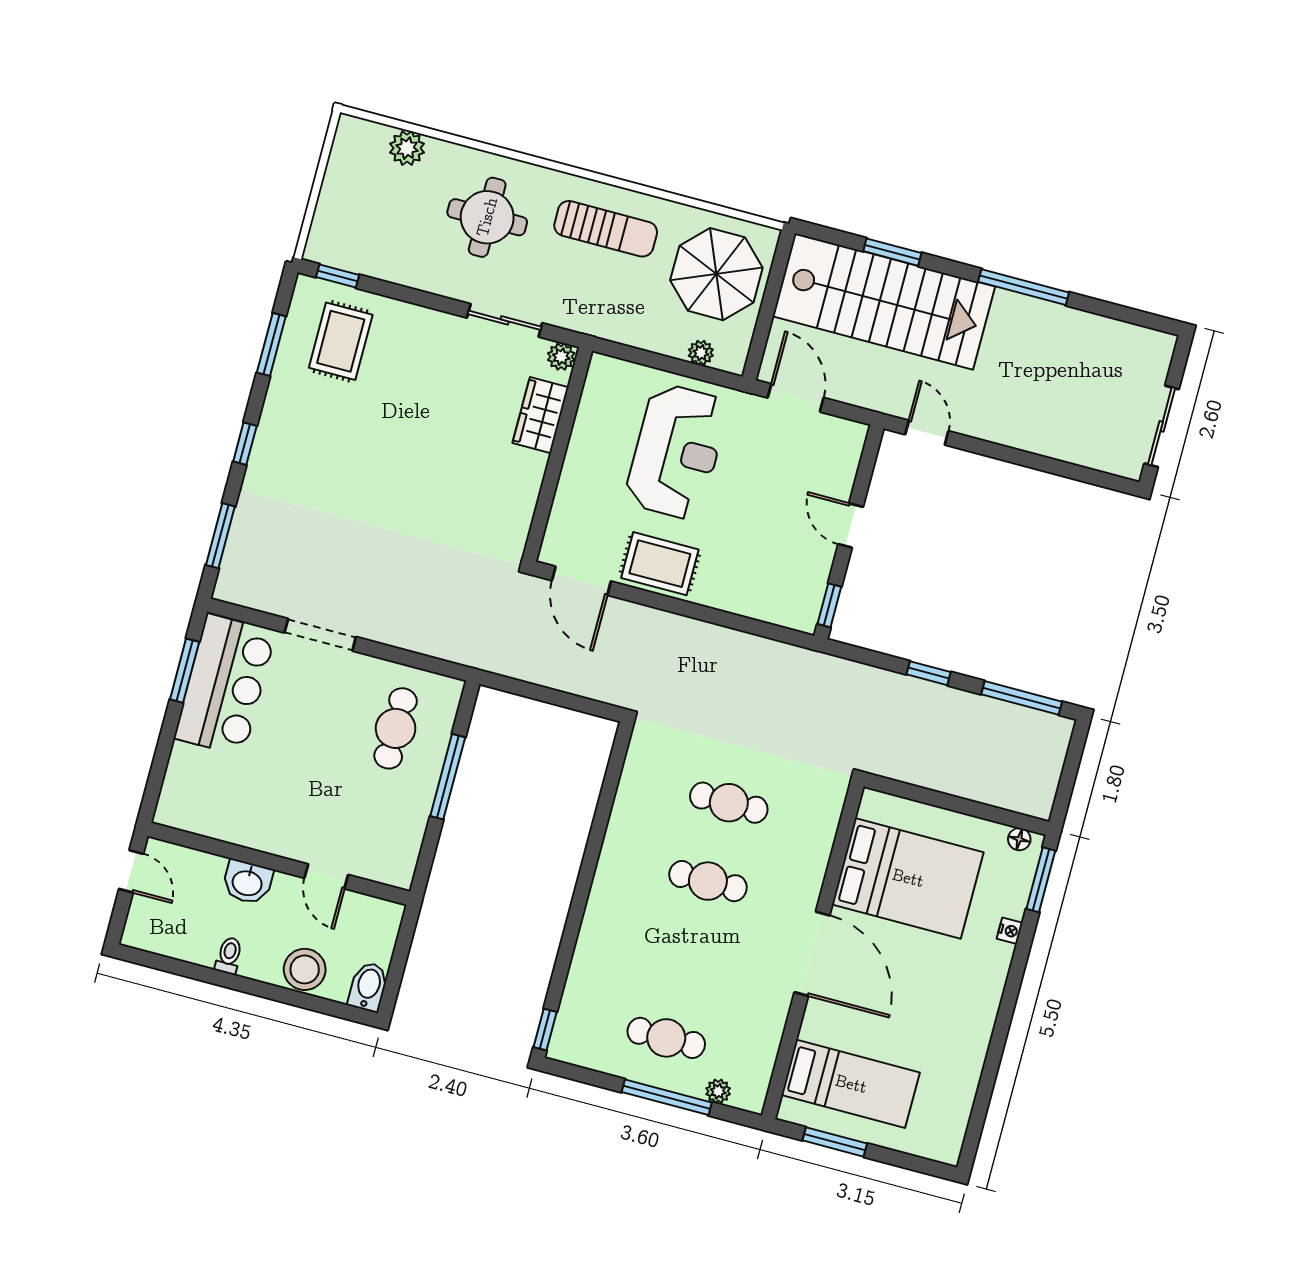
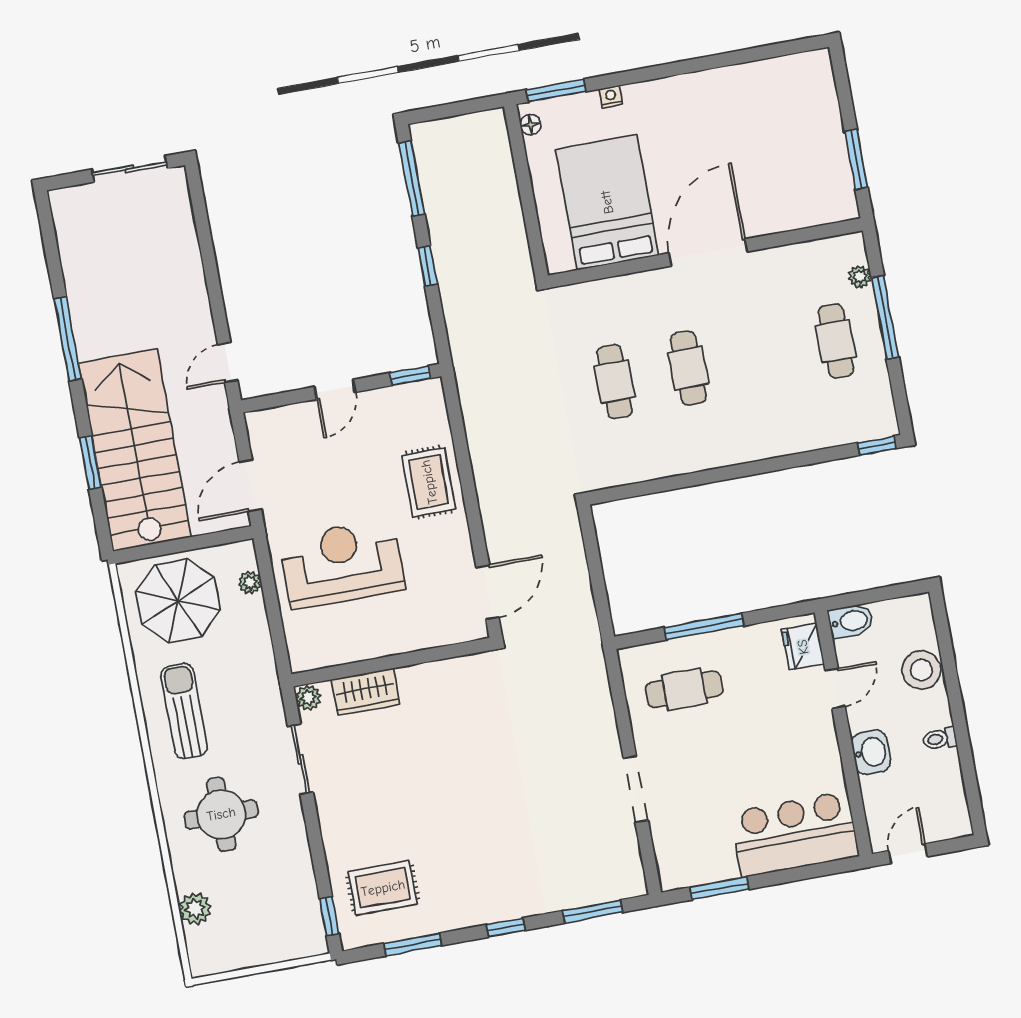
rug: (660, 564) -> (429, 482), moved
bar counter: (225, 685) -> (795, 834), moved
fridge: (382, 864) -> (803, 647), added
bidet: (368, 987) -> (851, 621), moved, turned 180
bed: (851, 1084) -> (801, 169), removed

